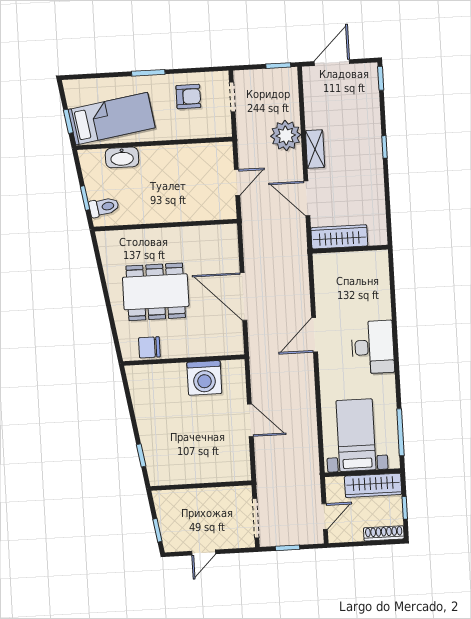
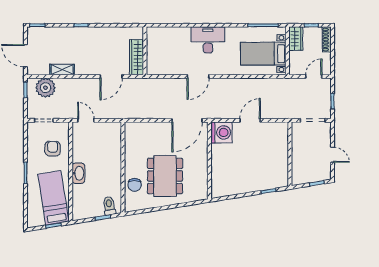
armchair: (188, 97) -> (53, 149), moved
plant: (286, 135) -> (46, 88), moved
shelving: (315, 149) -> (62, 70), moved
washbasin: (122, 157) -> (78, 173), moved
door: (237, 182) -> (86, 120), moved
door: (243, 296) -> (187, 120), moved
door: (315, 335) -> (198, 76), hinge flipped
chair: (149, 347) -> (135, 185), moved
washing machine: (204, 378) -> (221, 132), moved
wardrobe: (373, 485) -> (296, 39), width x0.67
door: (325, 516) -> (314, 76), hinge flipped

